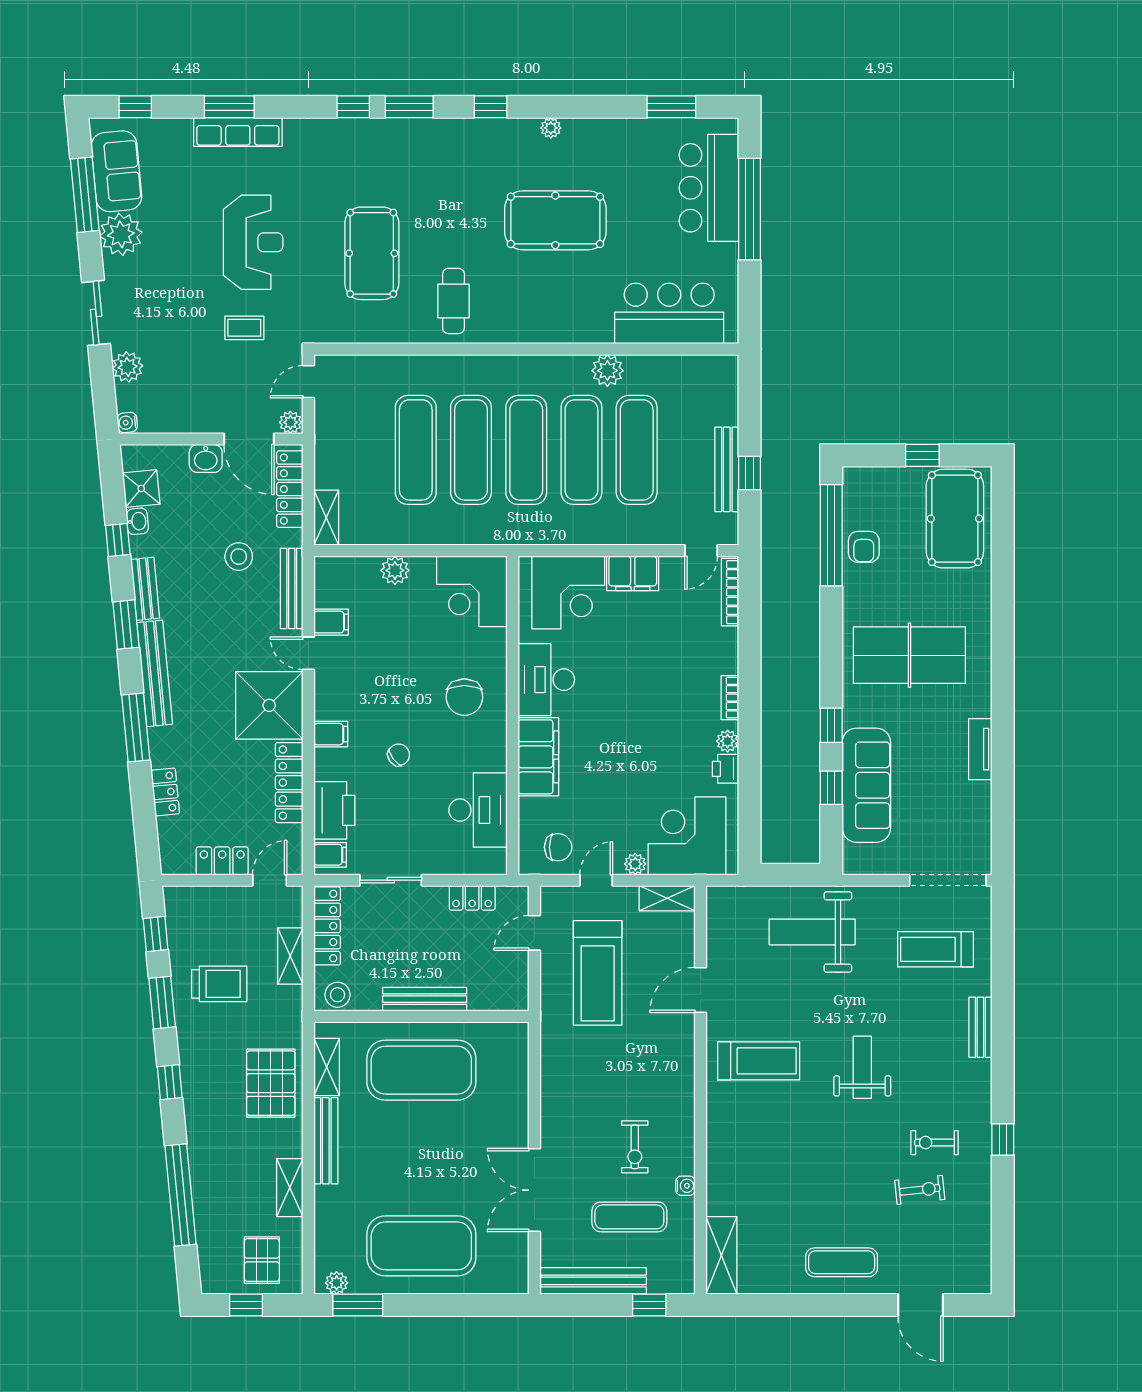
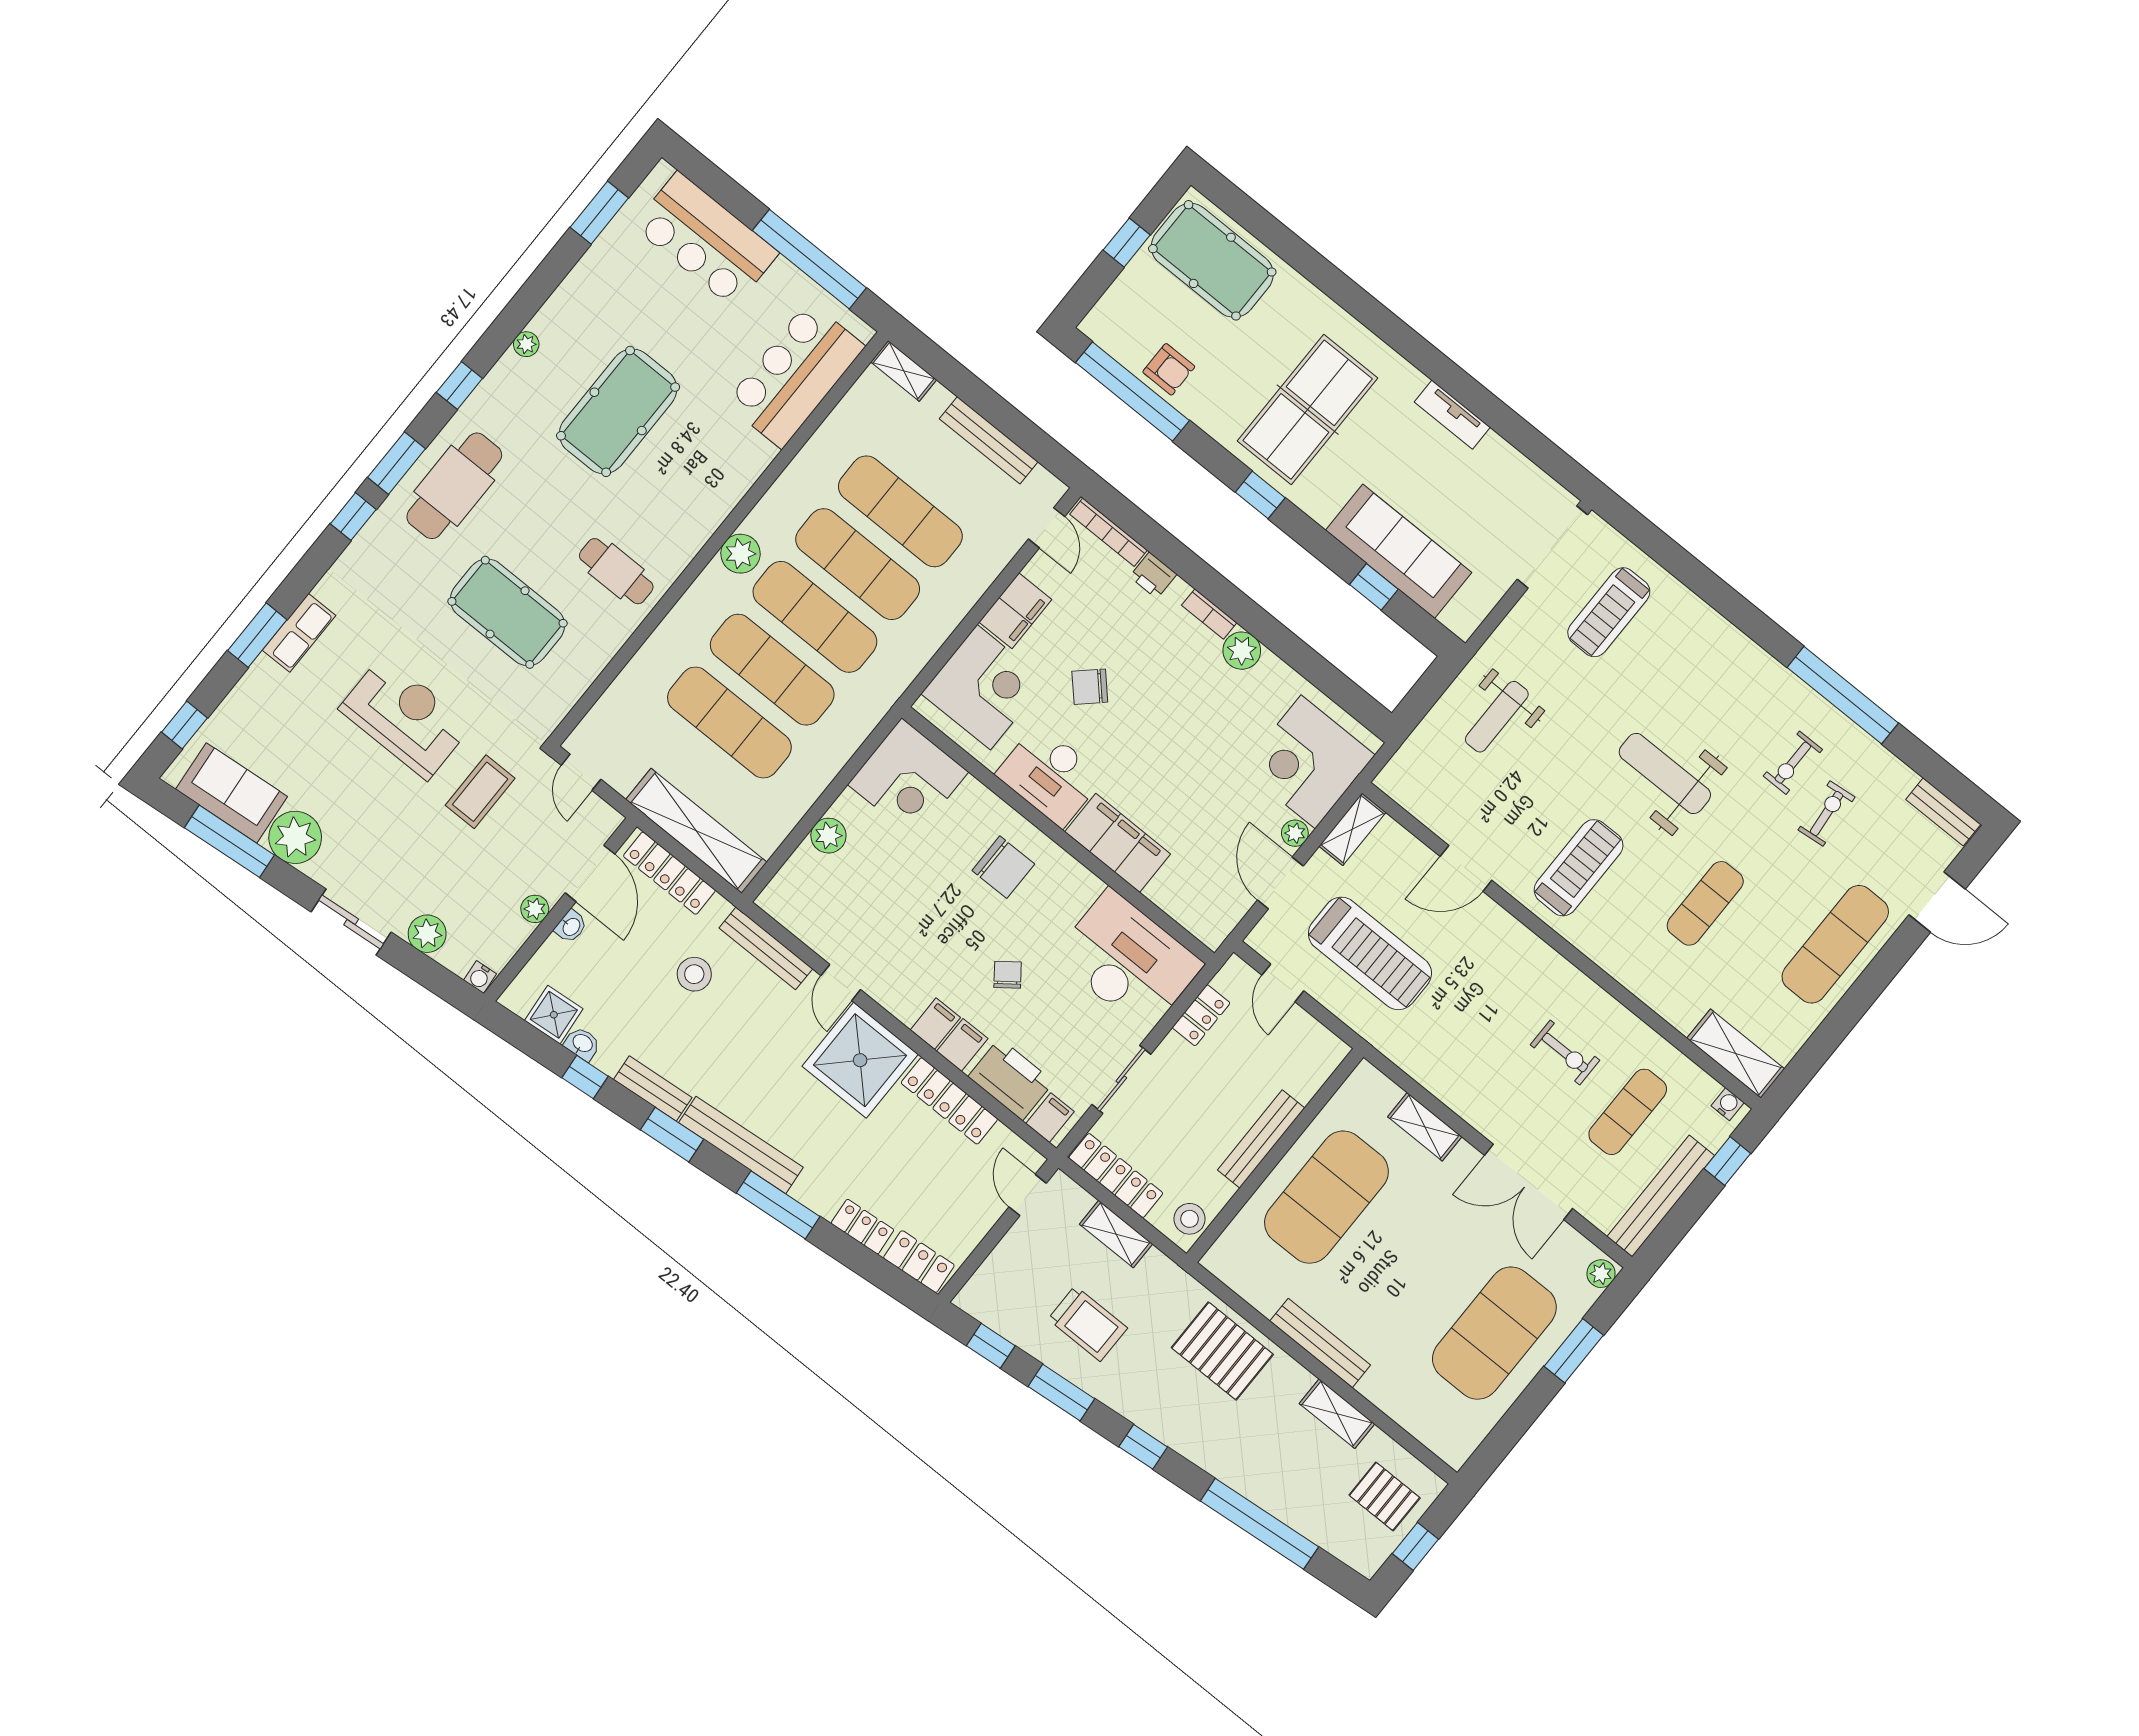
row of seats: (238, 132) -> (299, 633), width x0.68
cafe table: (425, 155) -> (454, 486), added
window: (750, 209) -> (809, 259), moved
coffee table: (244, 328) -> (480, 792), width x1.36, depth x1.30
plant: (607, 371) -> (741, 554), moved
shelving: (727, 380) -> (904, 371), added
plant: (290, 422) -> (535, 909), moved
door: (249, 439) -> (590, 873), hinge flipped
washbasin: (206, 458) -> (571, 926), width x0.72, depth x0.69
window: (750, 473) -> (1010, 421), removed
shelving: (326, 518) -> (696, 831), width x2.20, depth x1.33
filing cabinet: (331, 622) -> (962, 1045), moved
door: (308, 653) -> (841, 983), hinge flipped
window: (831, 725) -> (1260, 495), moved
plant: (728, 741) -> (1242, 651), width x1.38, depth x1.38
printer: (726, 769) -> (1153, 575), moved
desk: (478, 810) -> (1128, 961), width x1.36, depth x1.30
chair: (558, 847) -> (1090, 687), moved, turned -133
locker: (222, 861) -> (919, 1262), moved, turned 85
door: (596, 880) -> (1280, 883), width x1.37
weight bench: (812, 932) -> (1497, 717), width x0.73, depth x0.75
trolley: (219, 984) -> (1088, 1324), turned 90
door: (701, 990) -> (1466, 868), hinge flipped
bench: (980, 1027) -> (1943, 812), moved
shelving: (327, 1067) -> (1425, 1127), moved
weight bench: (862, 1067) -> (1665, 773), width x1.36, depth x1.33
window: (1003, 1140) -> (1843, 695), width x3.17
exercise mat: (801, 1159) -> (1705, 903), added
water cooler: (685, 1186) -> (1728, 1104), moved
exercise mat: (842, 1262) -> (1835, 944), width x1.36, depth x1.45
plant: (337, 1283) -> (1601, 1274), moved
window: (358, 1305) -> (1574, 1351), moved

